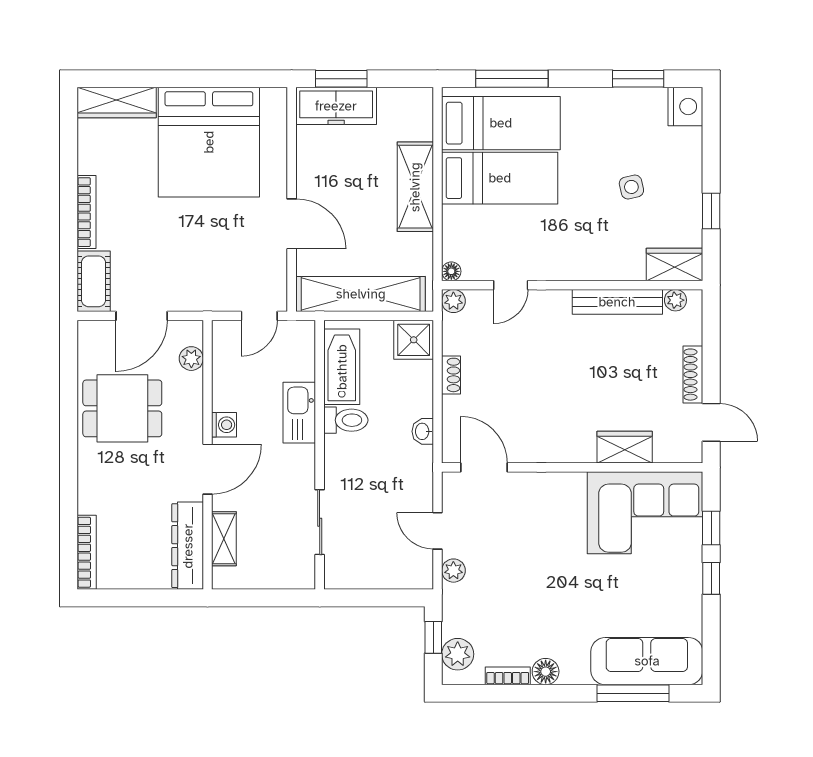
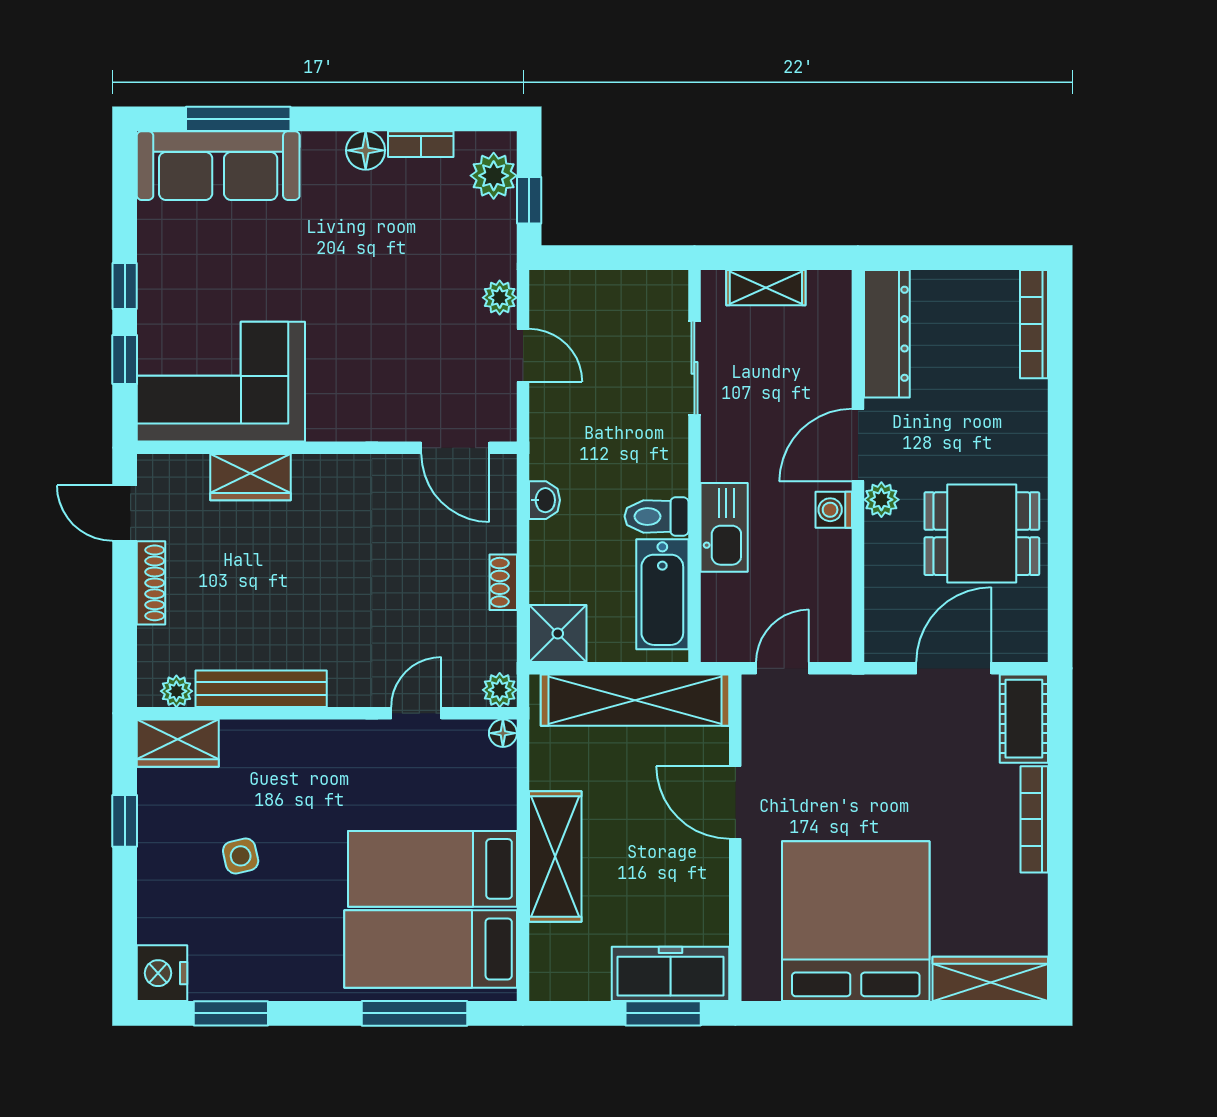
plant: (191, 359) -> (881, 500), moved
shelving: (224, 539) -> (766, 288), moved, turned 90

